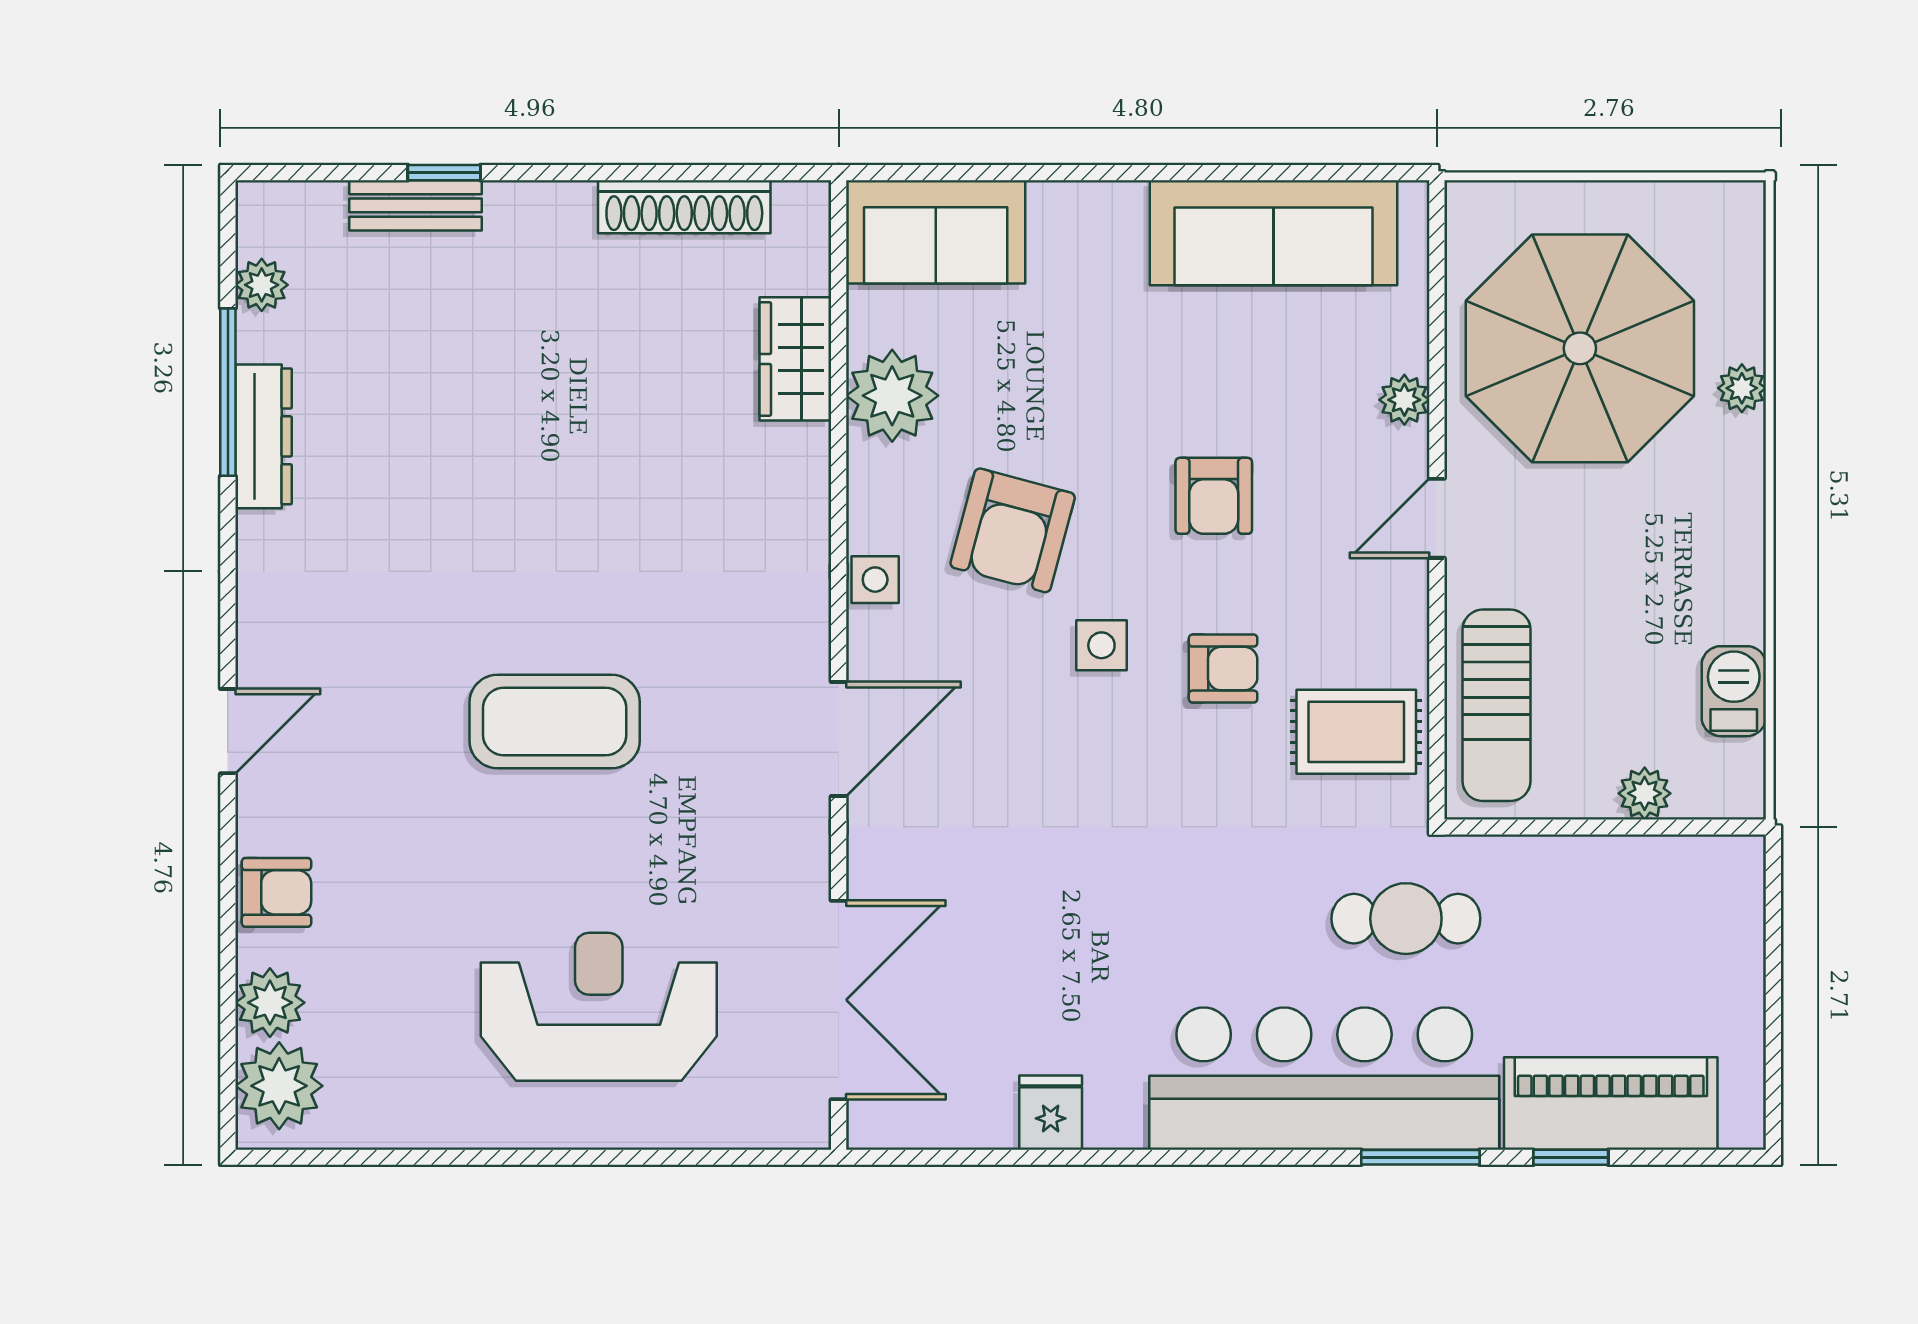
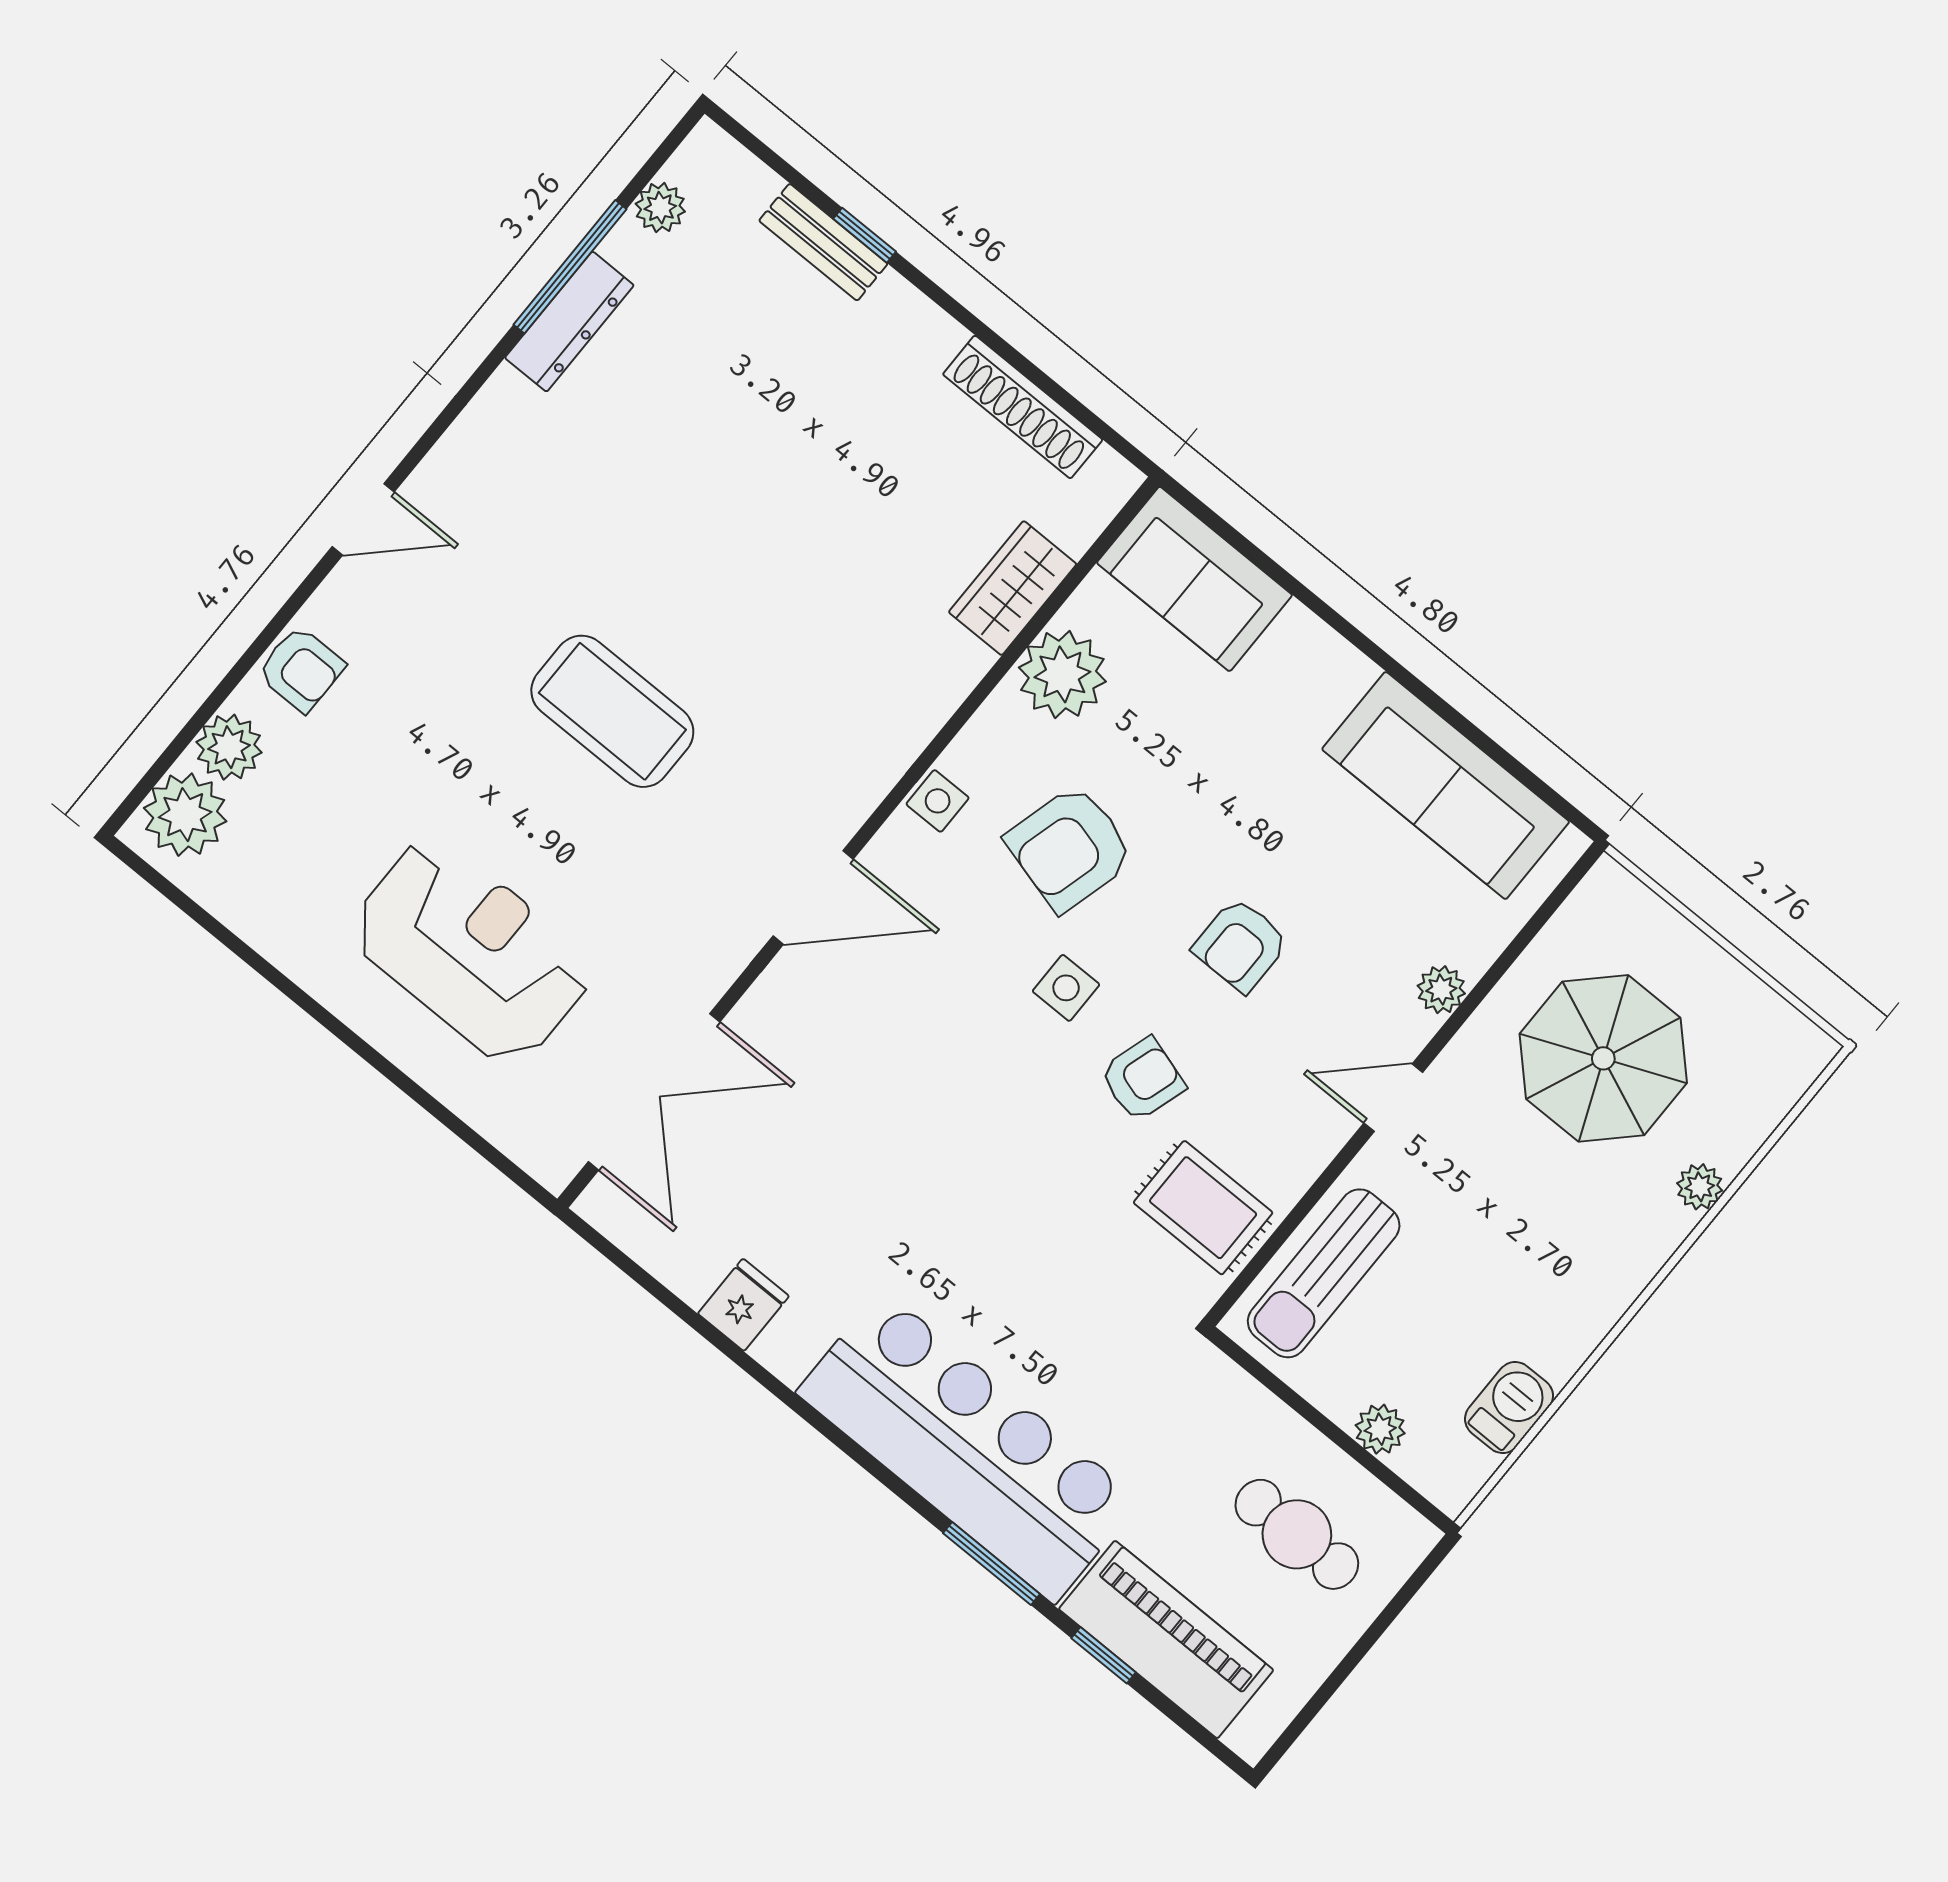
parasol: (1580, 348) -> (1603, 1058), width x0.73, depth x0.73
armchair: (1223, 669) -> (1142, 1079), turned -73
cafe table: (1406, 919) -> (1297, 1534), moved

